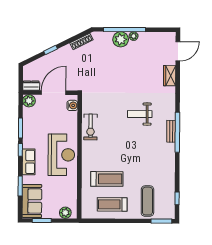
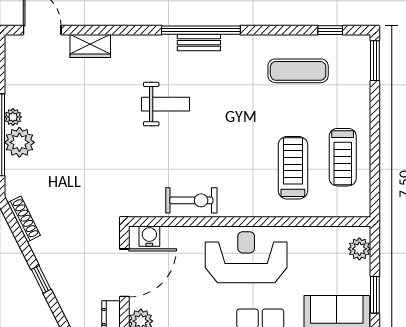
door: (54, 93) -> (124, 273), swing flipped
weight bench: (140, 114) -> (166, 104), turned -90
exercise mat: (147, 201) -> (298, 71), moved

